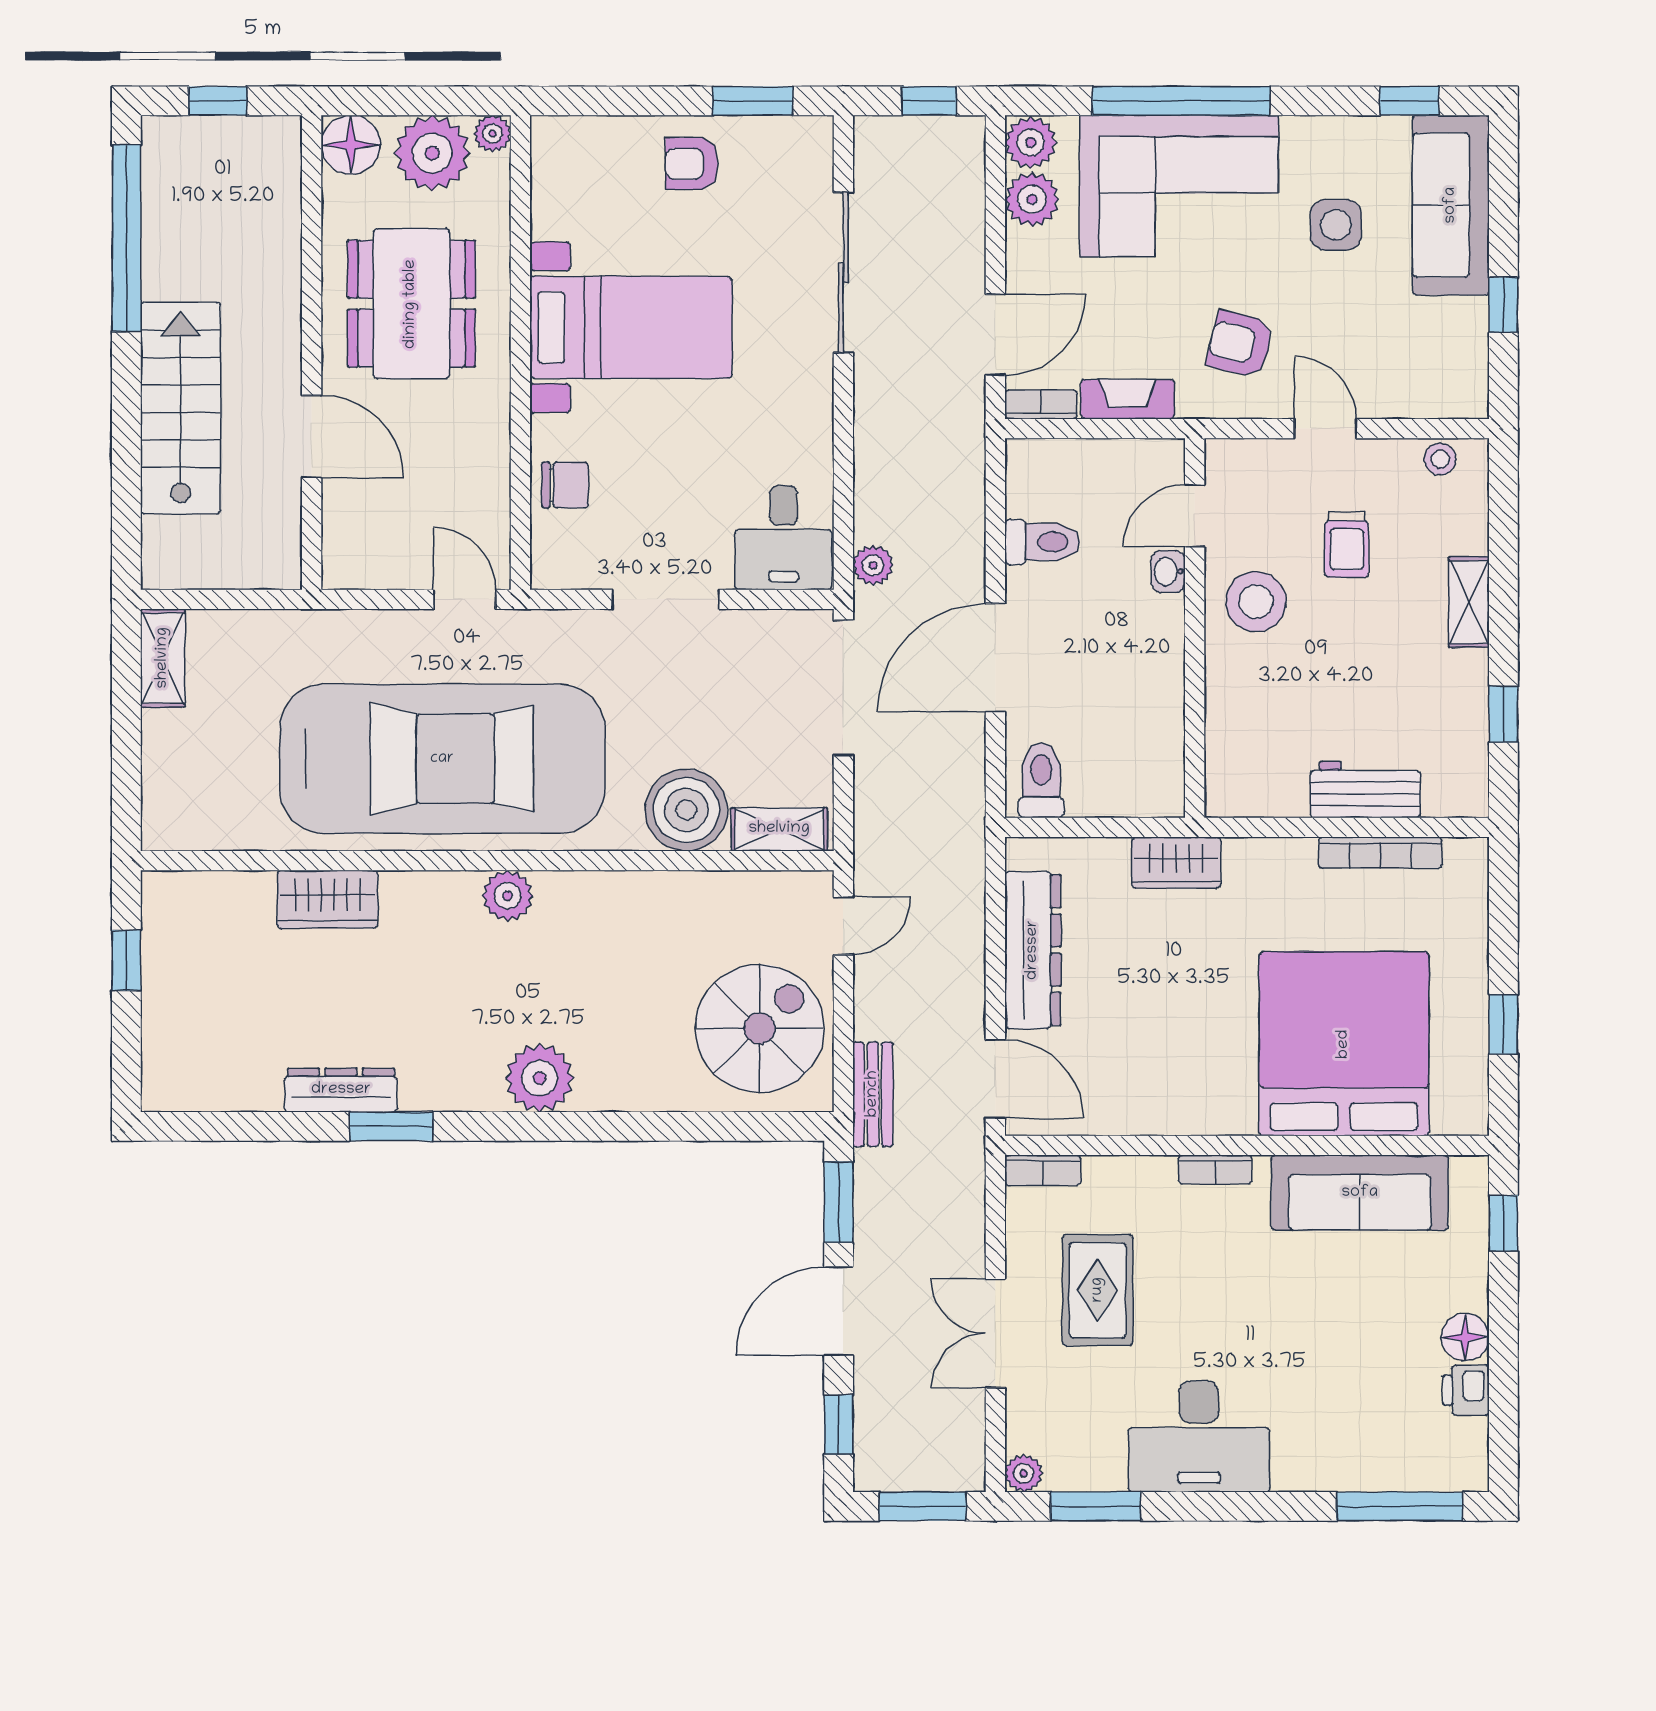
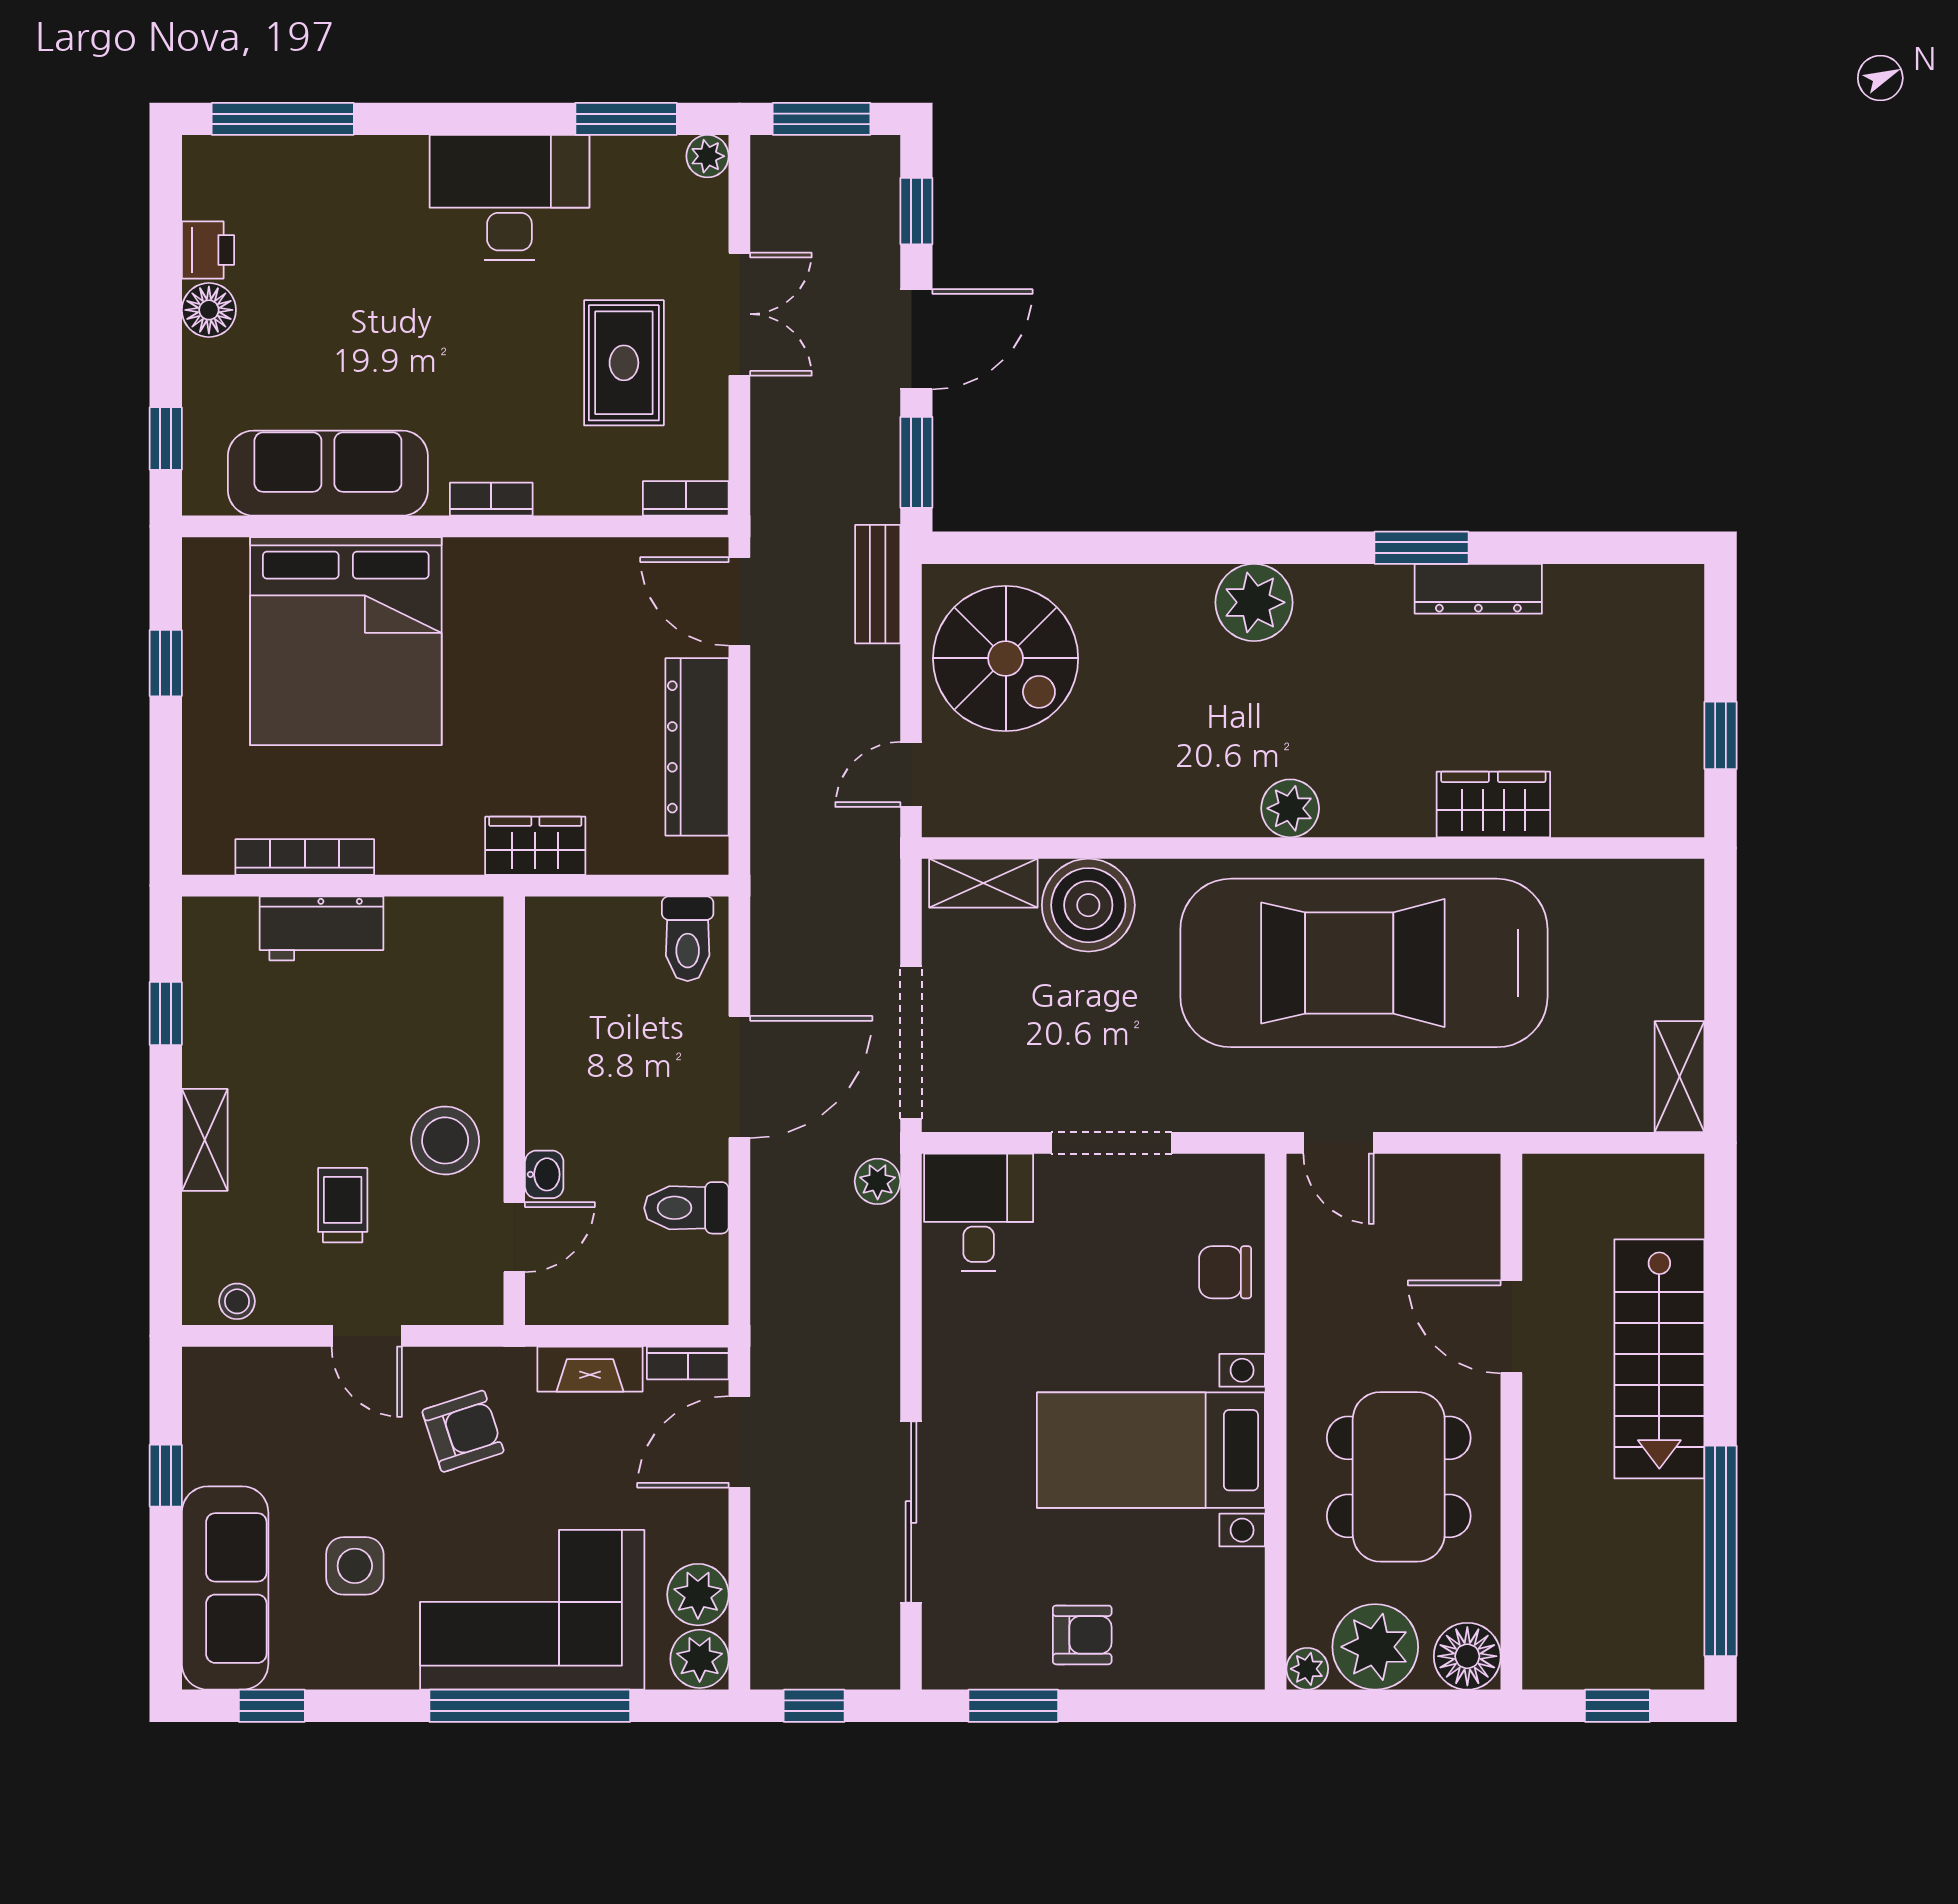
armchair: (1240, 344) -> (463, 1431), turned -32
spiral stairs: (760, 1028) -> (1006, 658), turned -90

